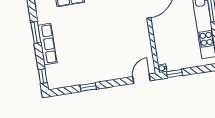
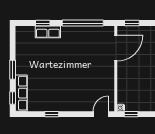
window: (36, 32) -> (13, 70), moved
row of seats: (47, 44) -> (21, 93), moved

